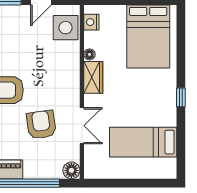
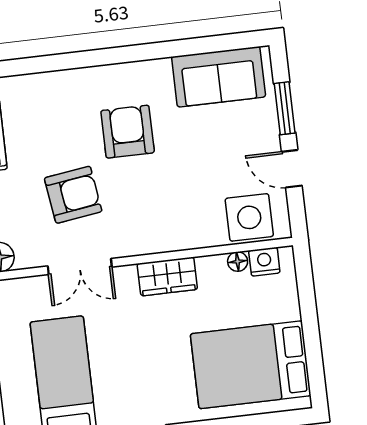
floor lamp: (89, 54) -> (238, 262), moved

